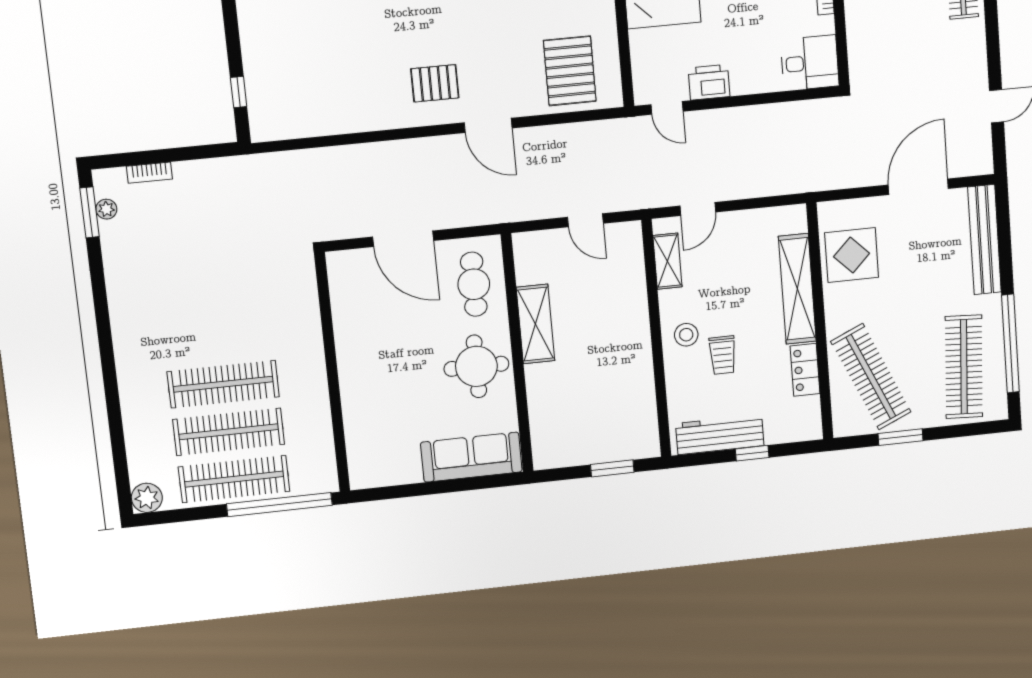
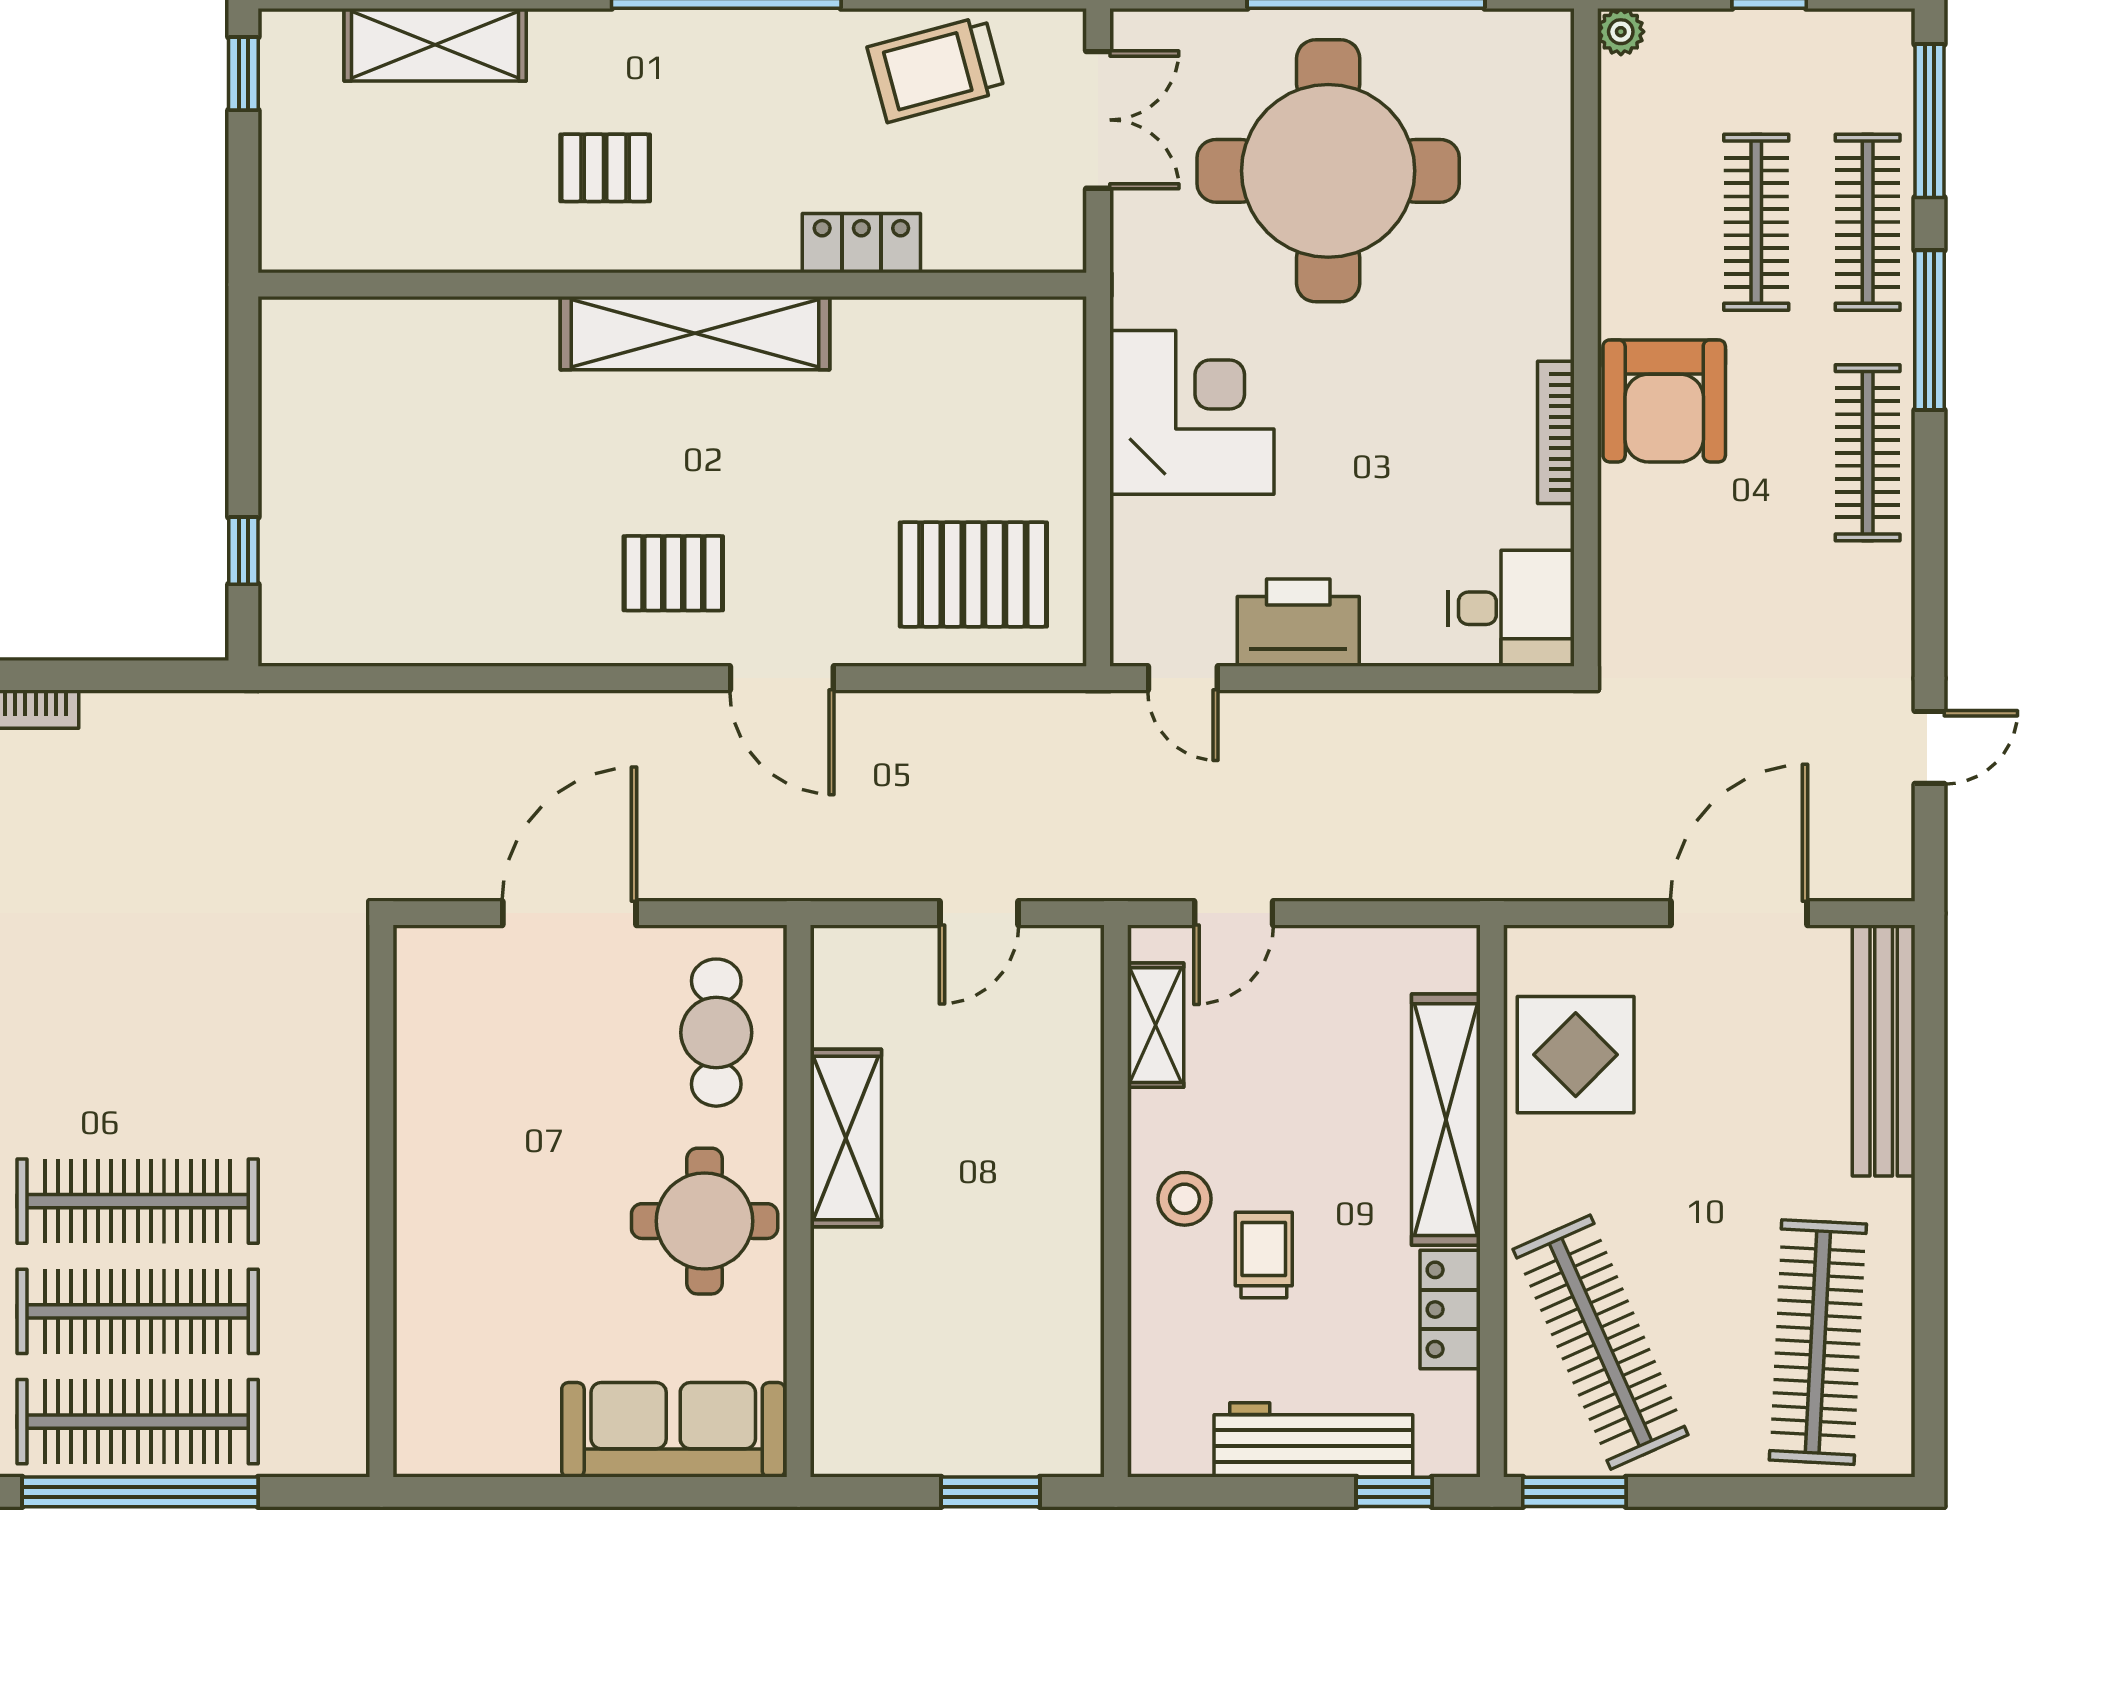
pallet: (570, 71) -> (973, 574), turned 90
printer: (709, 82) -> (1298, 623), width x1.37, depth x1.19
door: (585, 220) -> (979, 913), hinge flipped
door: (403, 239) -> (569, 913), swing flipped
window: (1010, 344) -> (1930, 1299), removed
trolley: (723, 355) -> (1264, 1255), turned 180
workbench: (720, 435) -> (1313, 1440), moved
window: (901, 437) -> (1574, 1492), moved
window: (752, 453) -> (1394, 1492), moved
window: (279, 505) -> (140, 1492), moved

